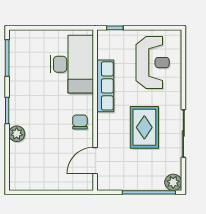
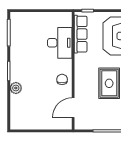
desk: (72, 64) -> (60, 43), width x0.73, depth x0.77
row of seats: (105, 86) -> (81, 34), moved

